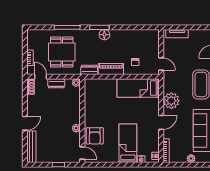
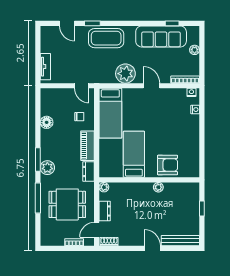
plant: (93, 35) -> (47, 168), added
floor lamp: (104, 35) -> (47, 122), moved
door: (161, 64) -> (82, 86), swing flipped
bed: (128, 143) -> (134, 154), moved, turned 90
door: (82, 153) -> (188, 180), removed

